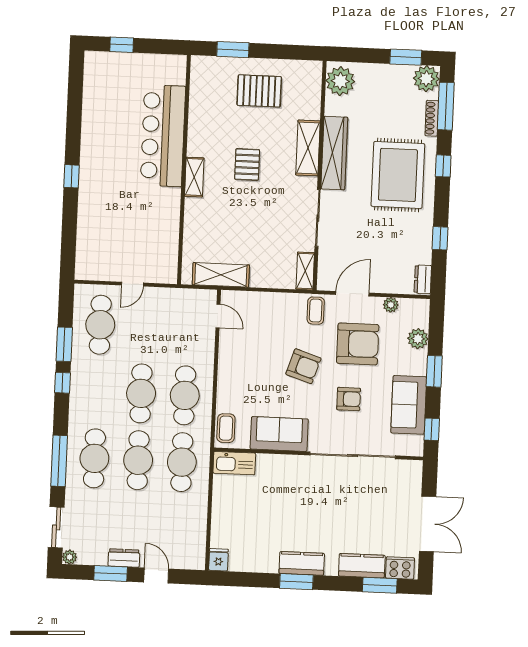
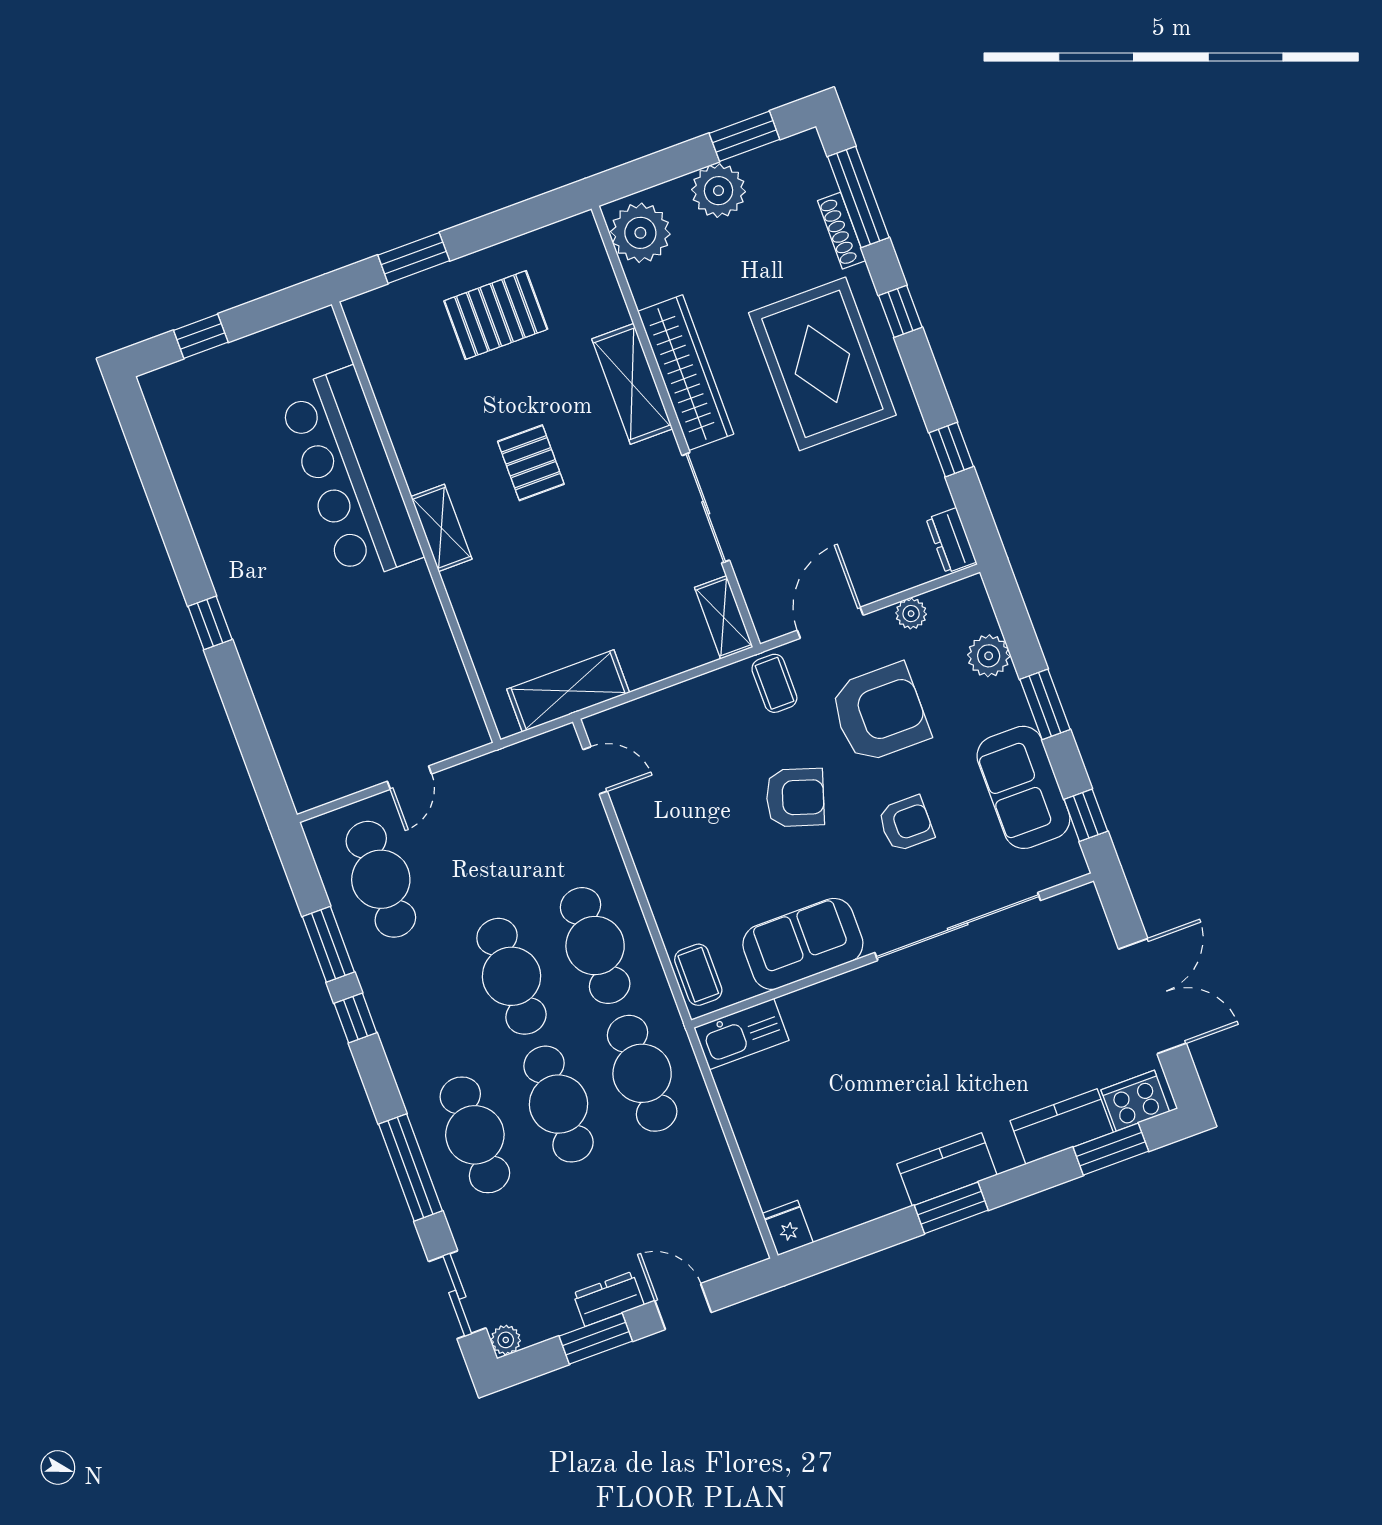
plant: (426, 79) -> (718, 191), moved

